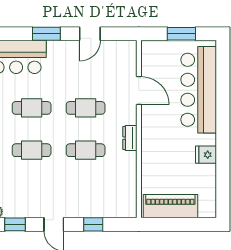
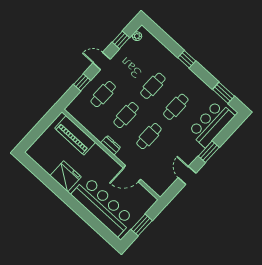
fridge: (206, 155) -> (66, 176), width x1.88, depth x1.34
cafe table: (86, 192) -> (103, 94), added
piano: (170, 206) -> (75, 135), moved, turned 90

